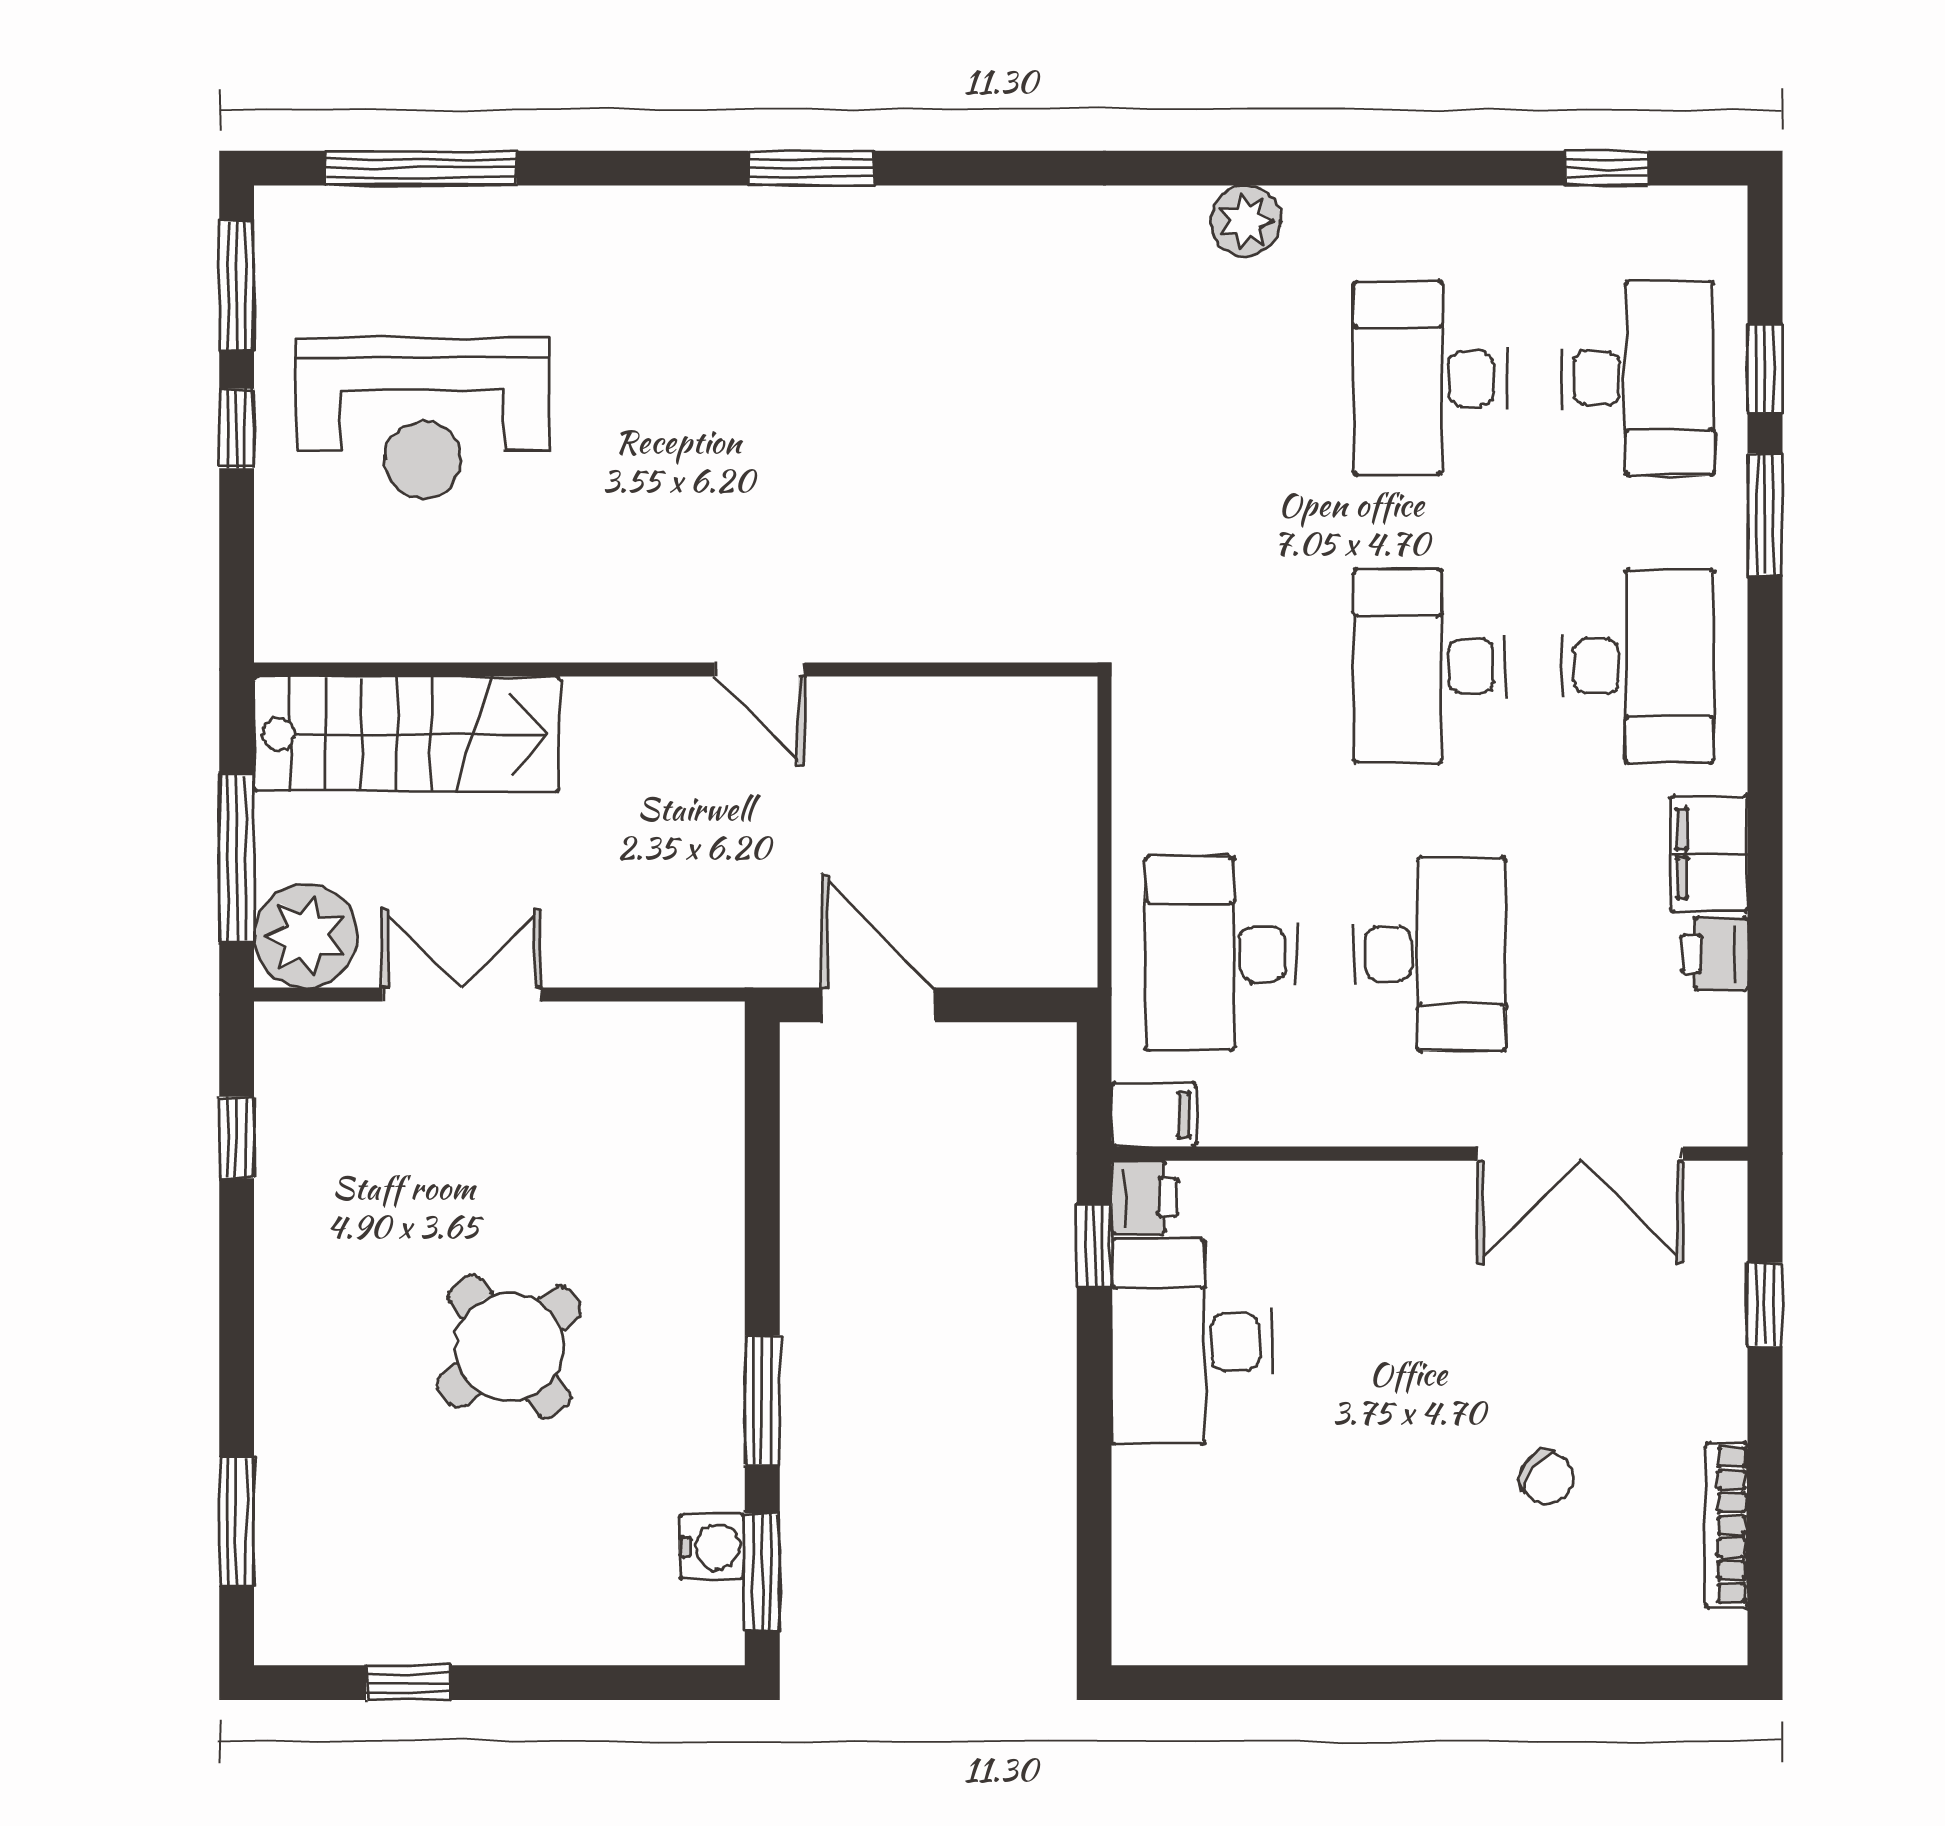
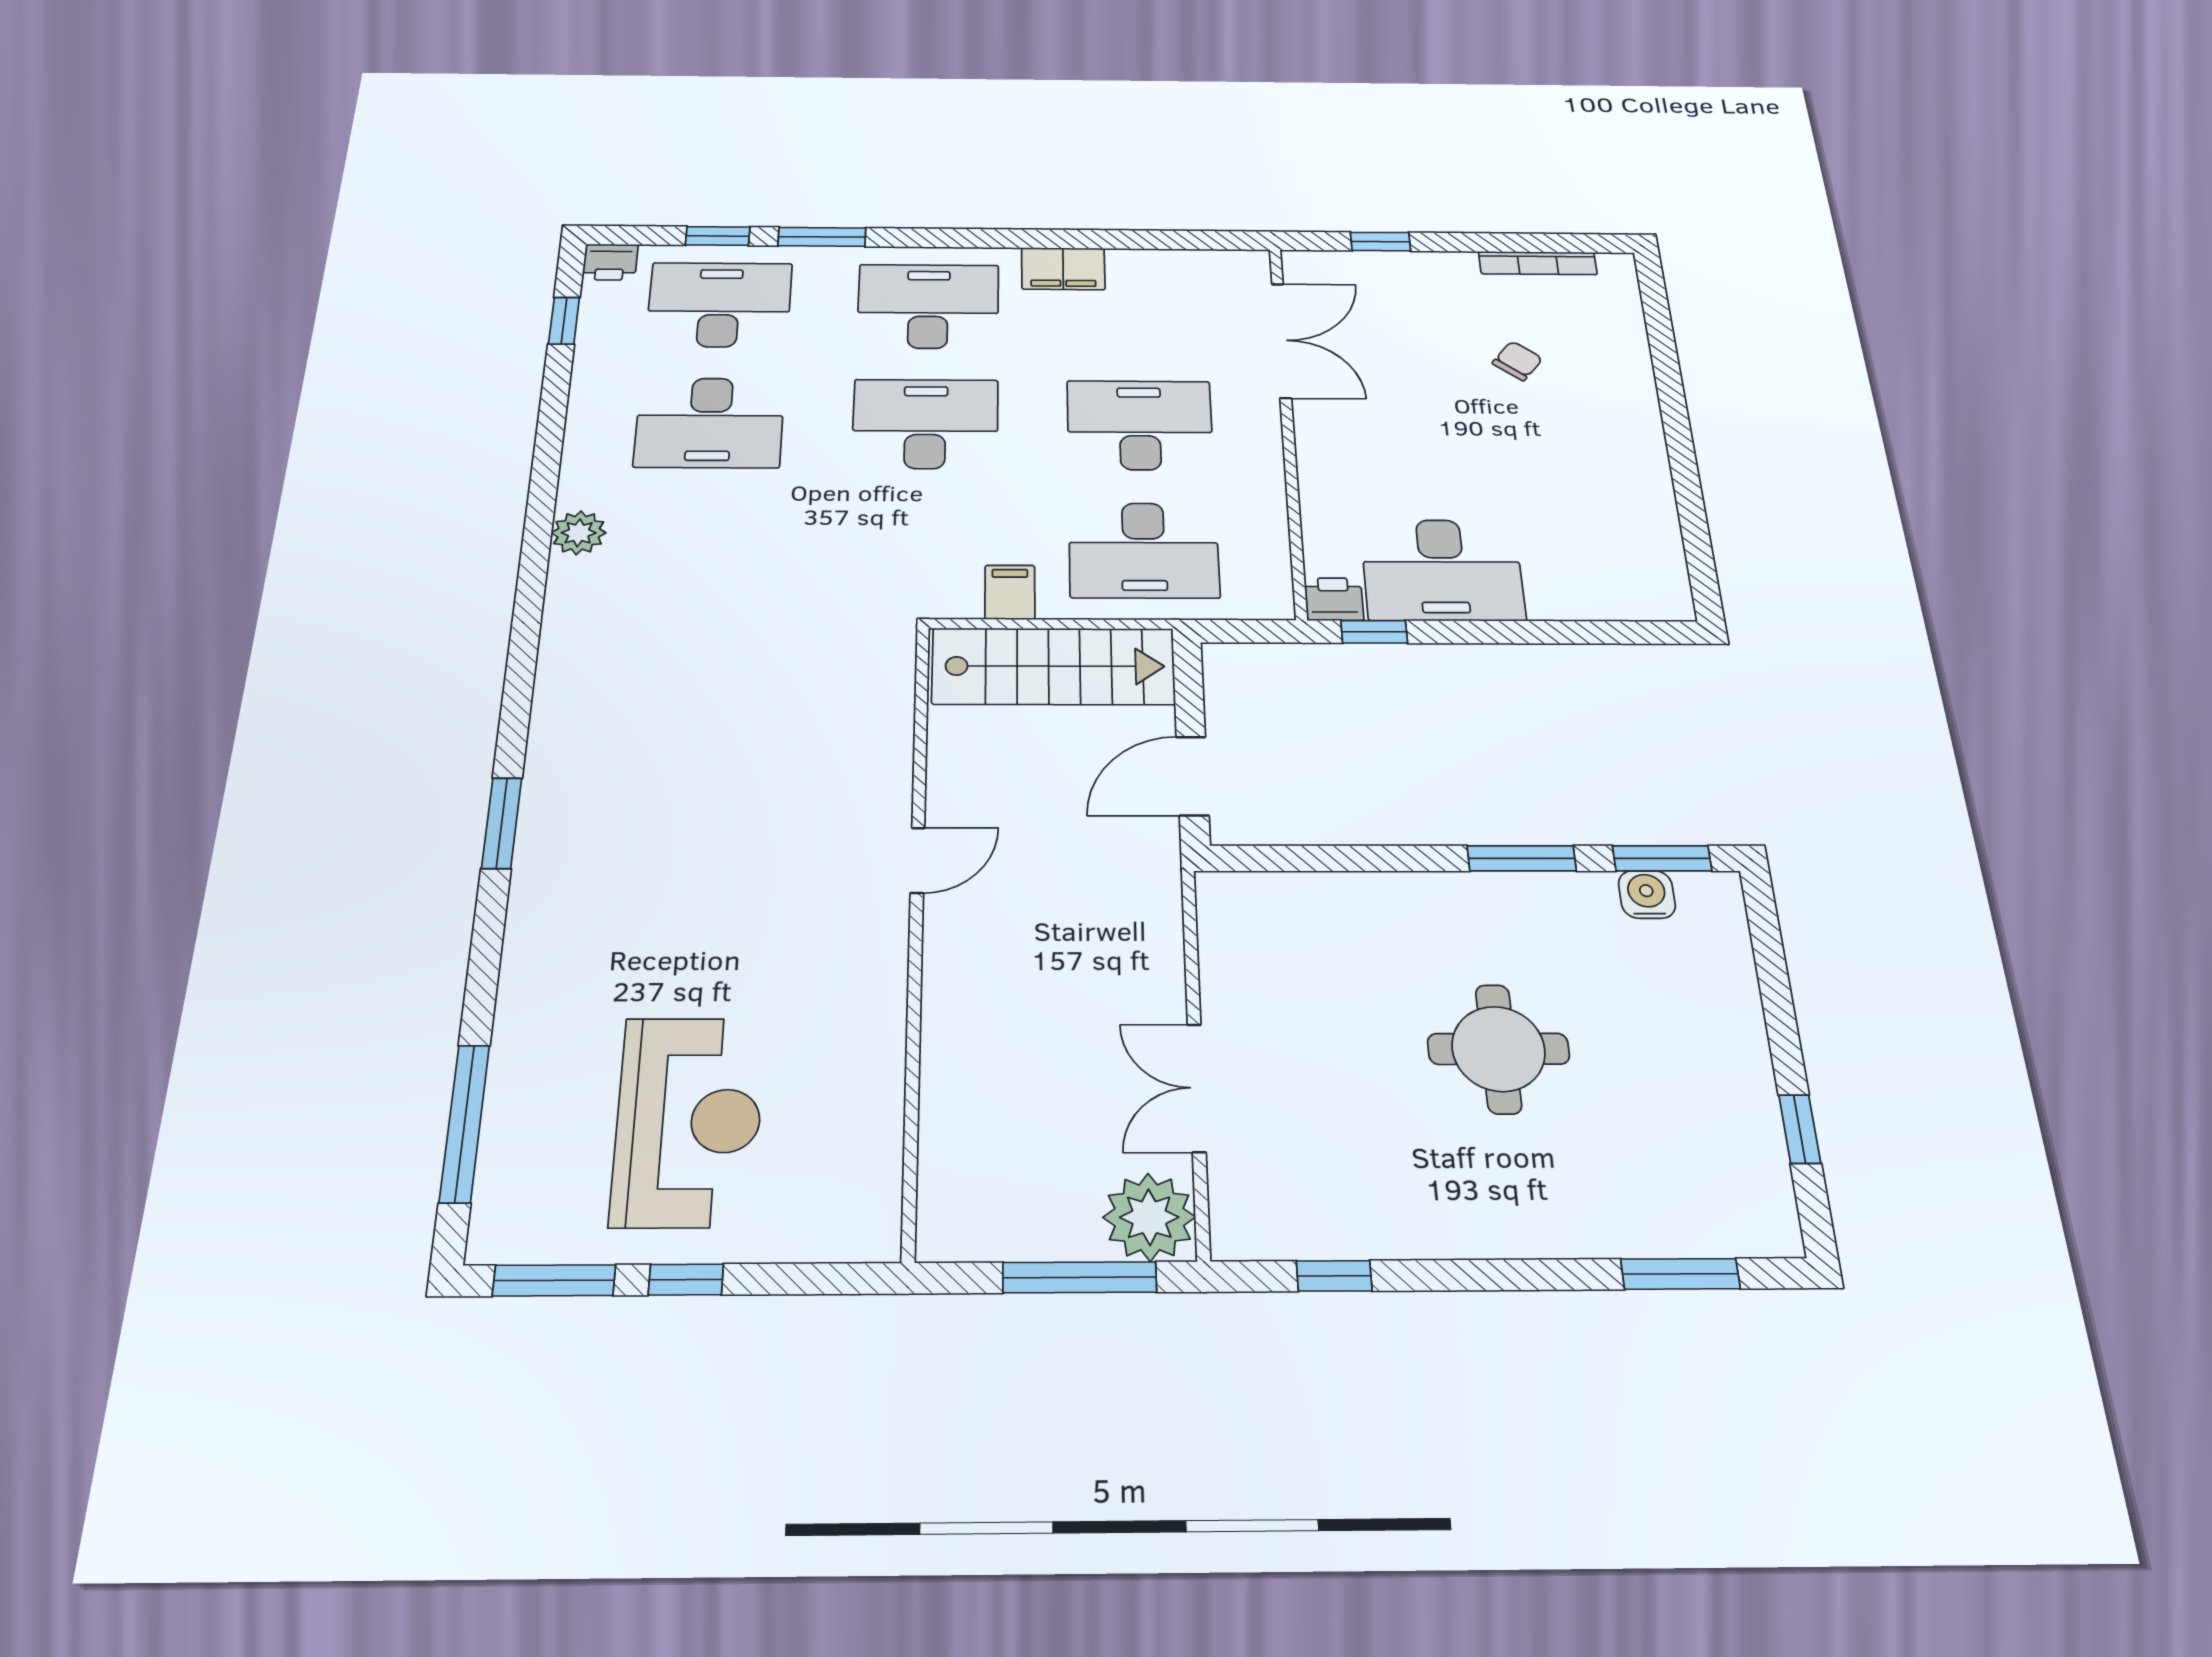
desk: (1430, 666) -> (925, 424), turned 180
stairs: (407, 734) -> (1053, 666), moved, turned 90
printer: (1715, 954) -> (610, 262), moved
filing cabinet: (1154, 1115) -> (1010, 592), moved
round table: (509, 1347) -> (1498, 1049), turned 38

